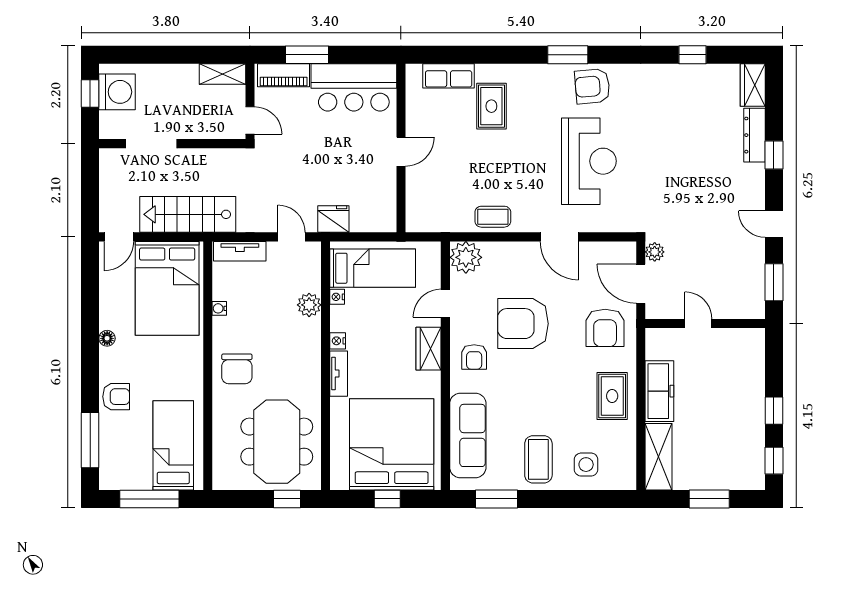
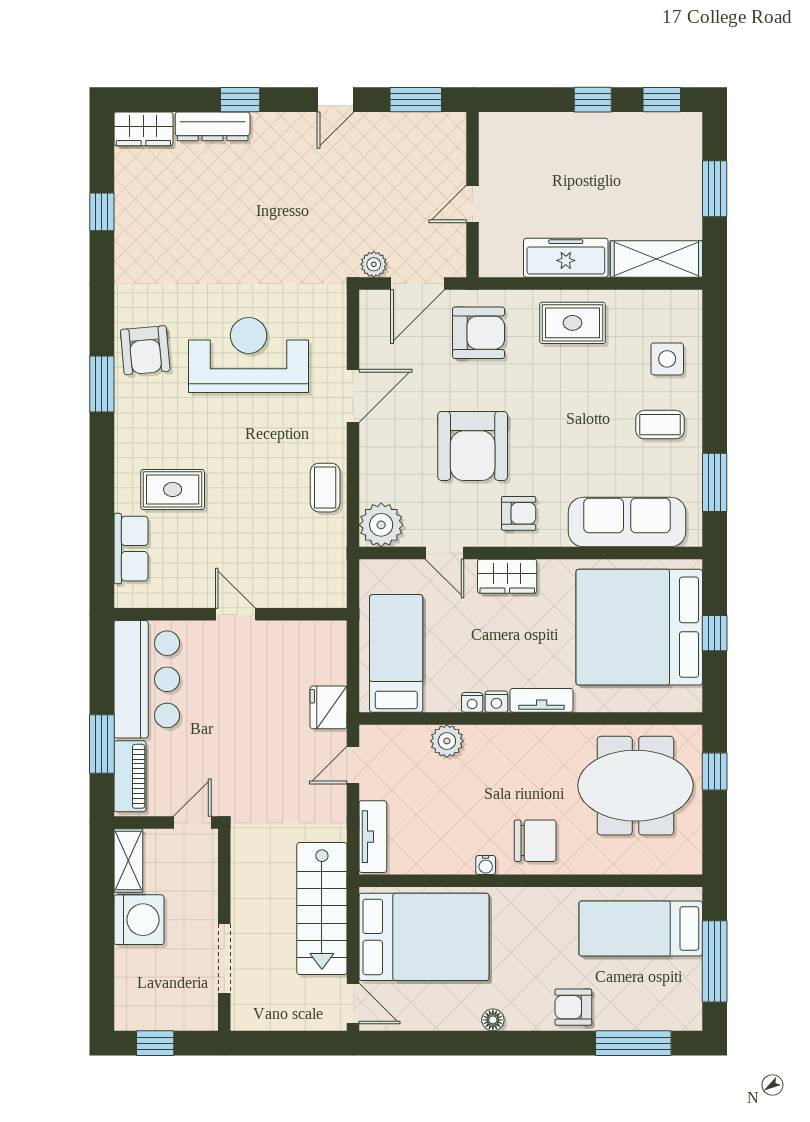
washing machine: (117, 92) -> (139, 920), moved, turned 90
nightstand: (337, 297) -> (472, 702), moved
water cooler: (219, 308) -> (486, 865), moved
armchair: (116, 397) -> (573, 1007), turned -90
coffee table: (538, 459) -> (660, 425), width x0.73, depth x0.77

